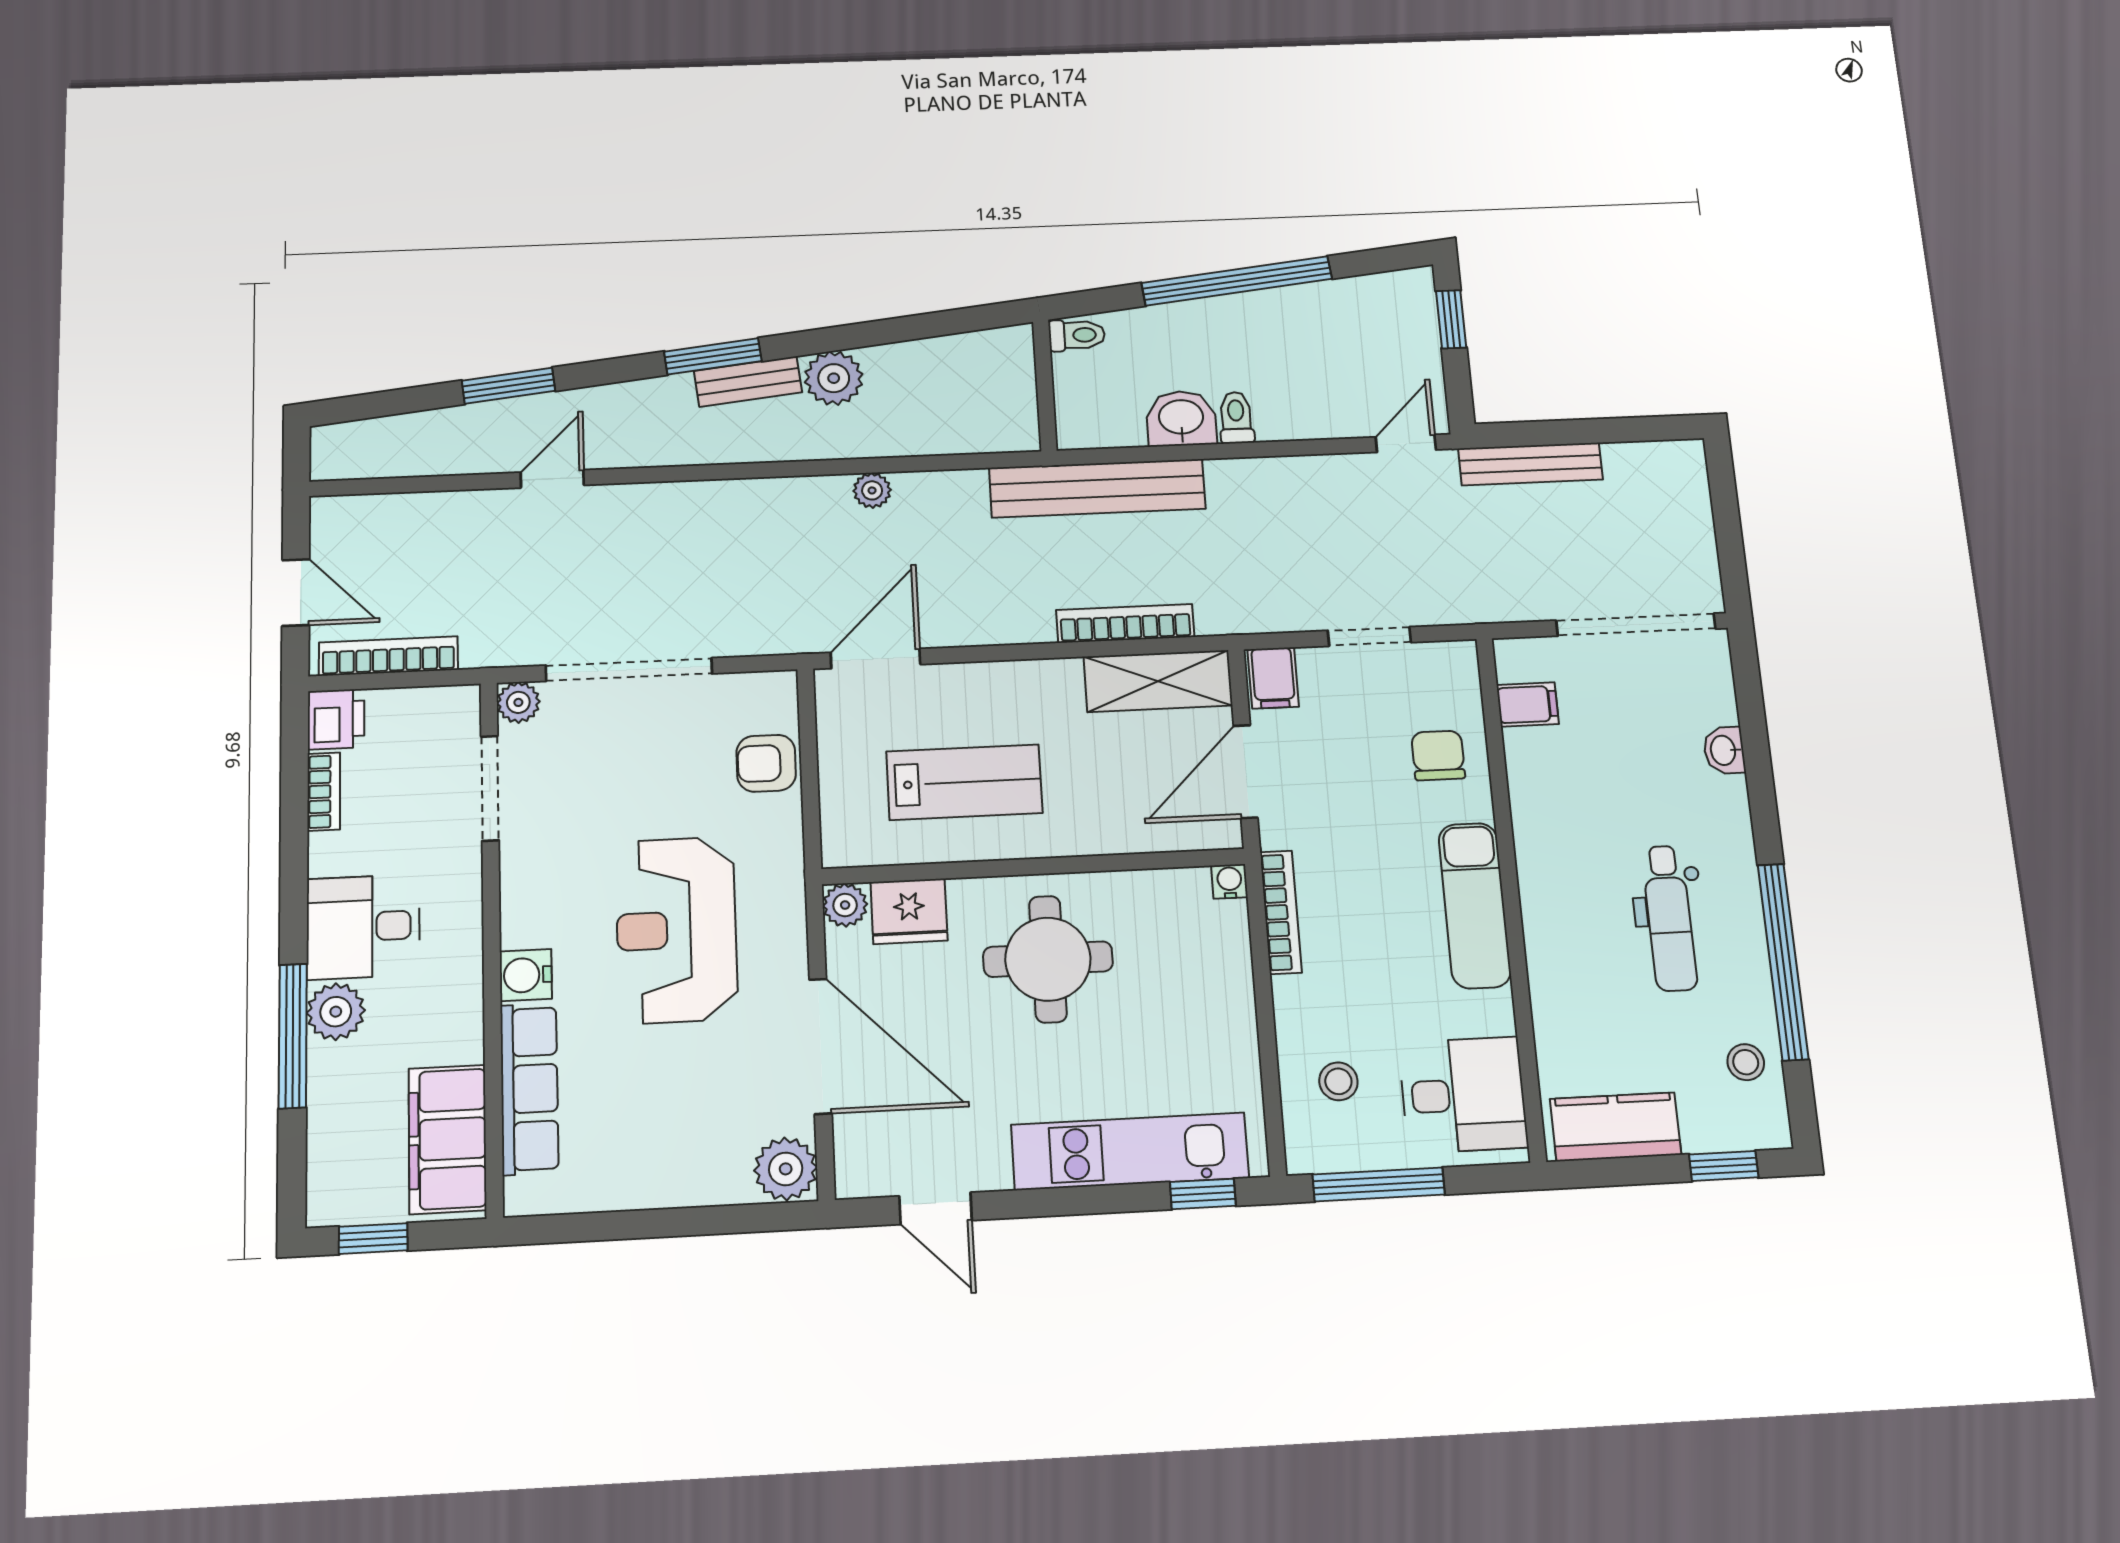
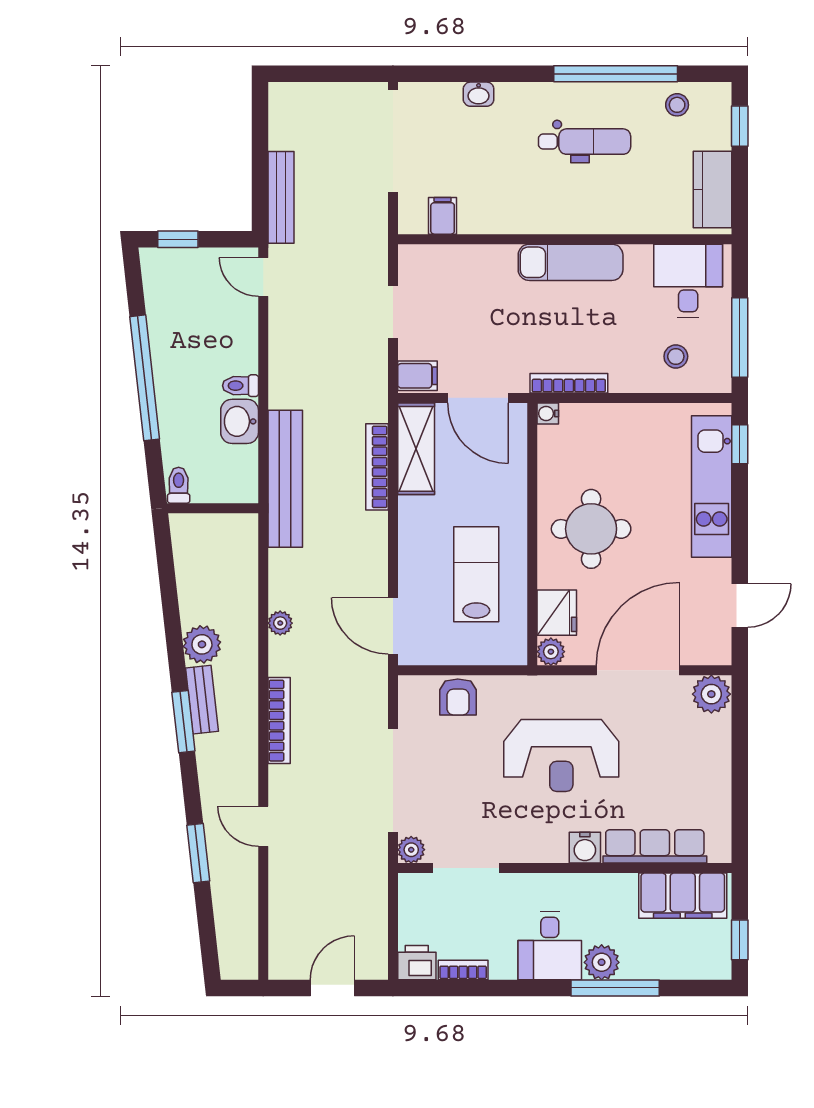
bookcase: (388, 656) -> (279, 721), moved, turned 180
chair: (1438, 755) -> (473, 276), removed

